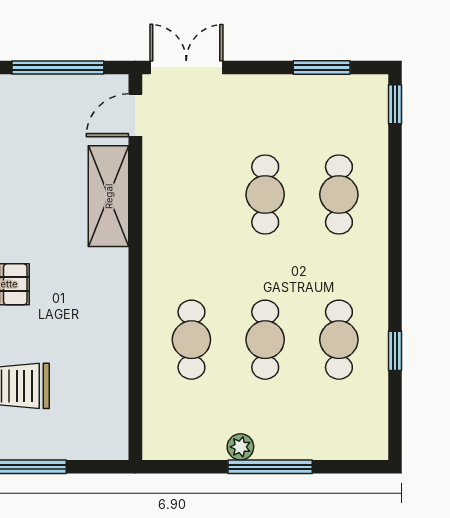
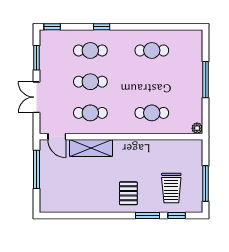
double door: (186, 67) -> (37, 97), moved
cafe table: (265, 340) -> (90, 113), moved
window: (395, 351) -> (102, 27), moved
plant: (240, 447) -> (197, 128), moved

